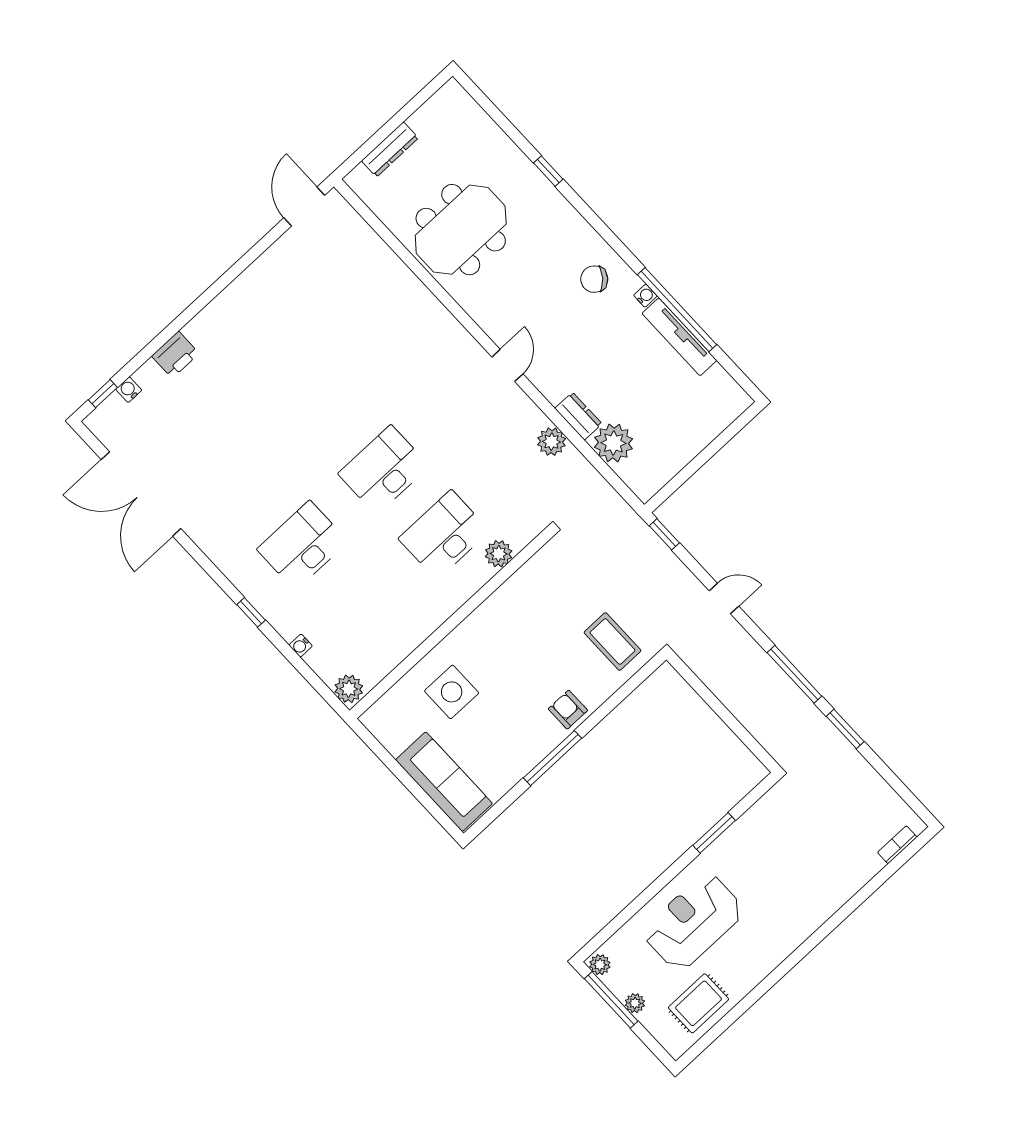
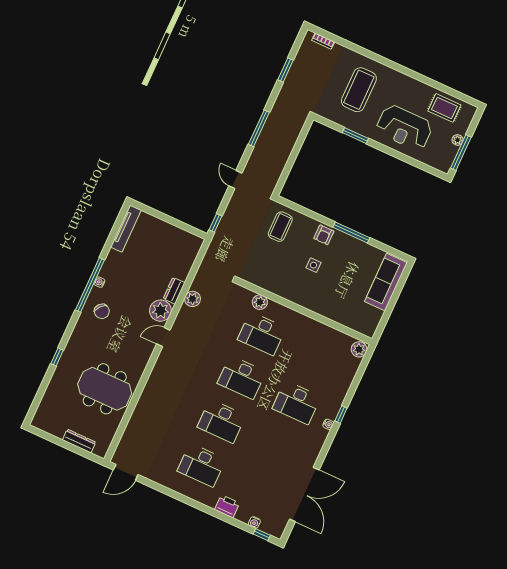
window: (677, 310) -> (90, 285), moved
tv unit: (679, 337) -> (126, 228), moved
desk: (263, 340) -> (201, 465), added
desk: (323, 405) -> (222, 421), added
plant: (614, 443) -> (160, 311), moved
water cooler: (301, 646) -> (328, 424), moved
side table: (452, 692) -> (314, 265), moved, width x0.54, depth x0.54
window: (845, 729) -> (286, 70), moved
coffee table: (790, 871) -> (359, 90), added
plant: (600, 965) -> (445, 166), removed

